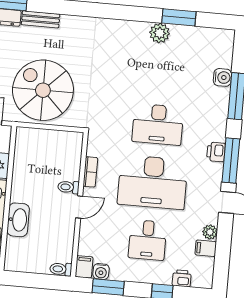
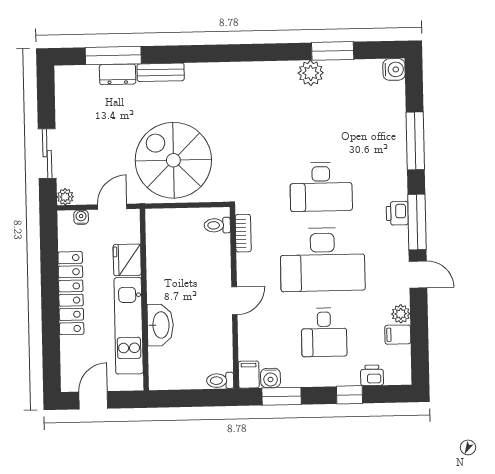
water cooler: (222, 77) -> (394, 69), moved
bookcase: (90, 172) -> (243, 233), moved
toilet: (68, 187) -> (217, 225), moved

